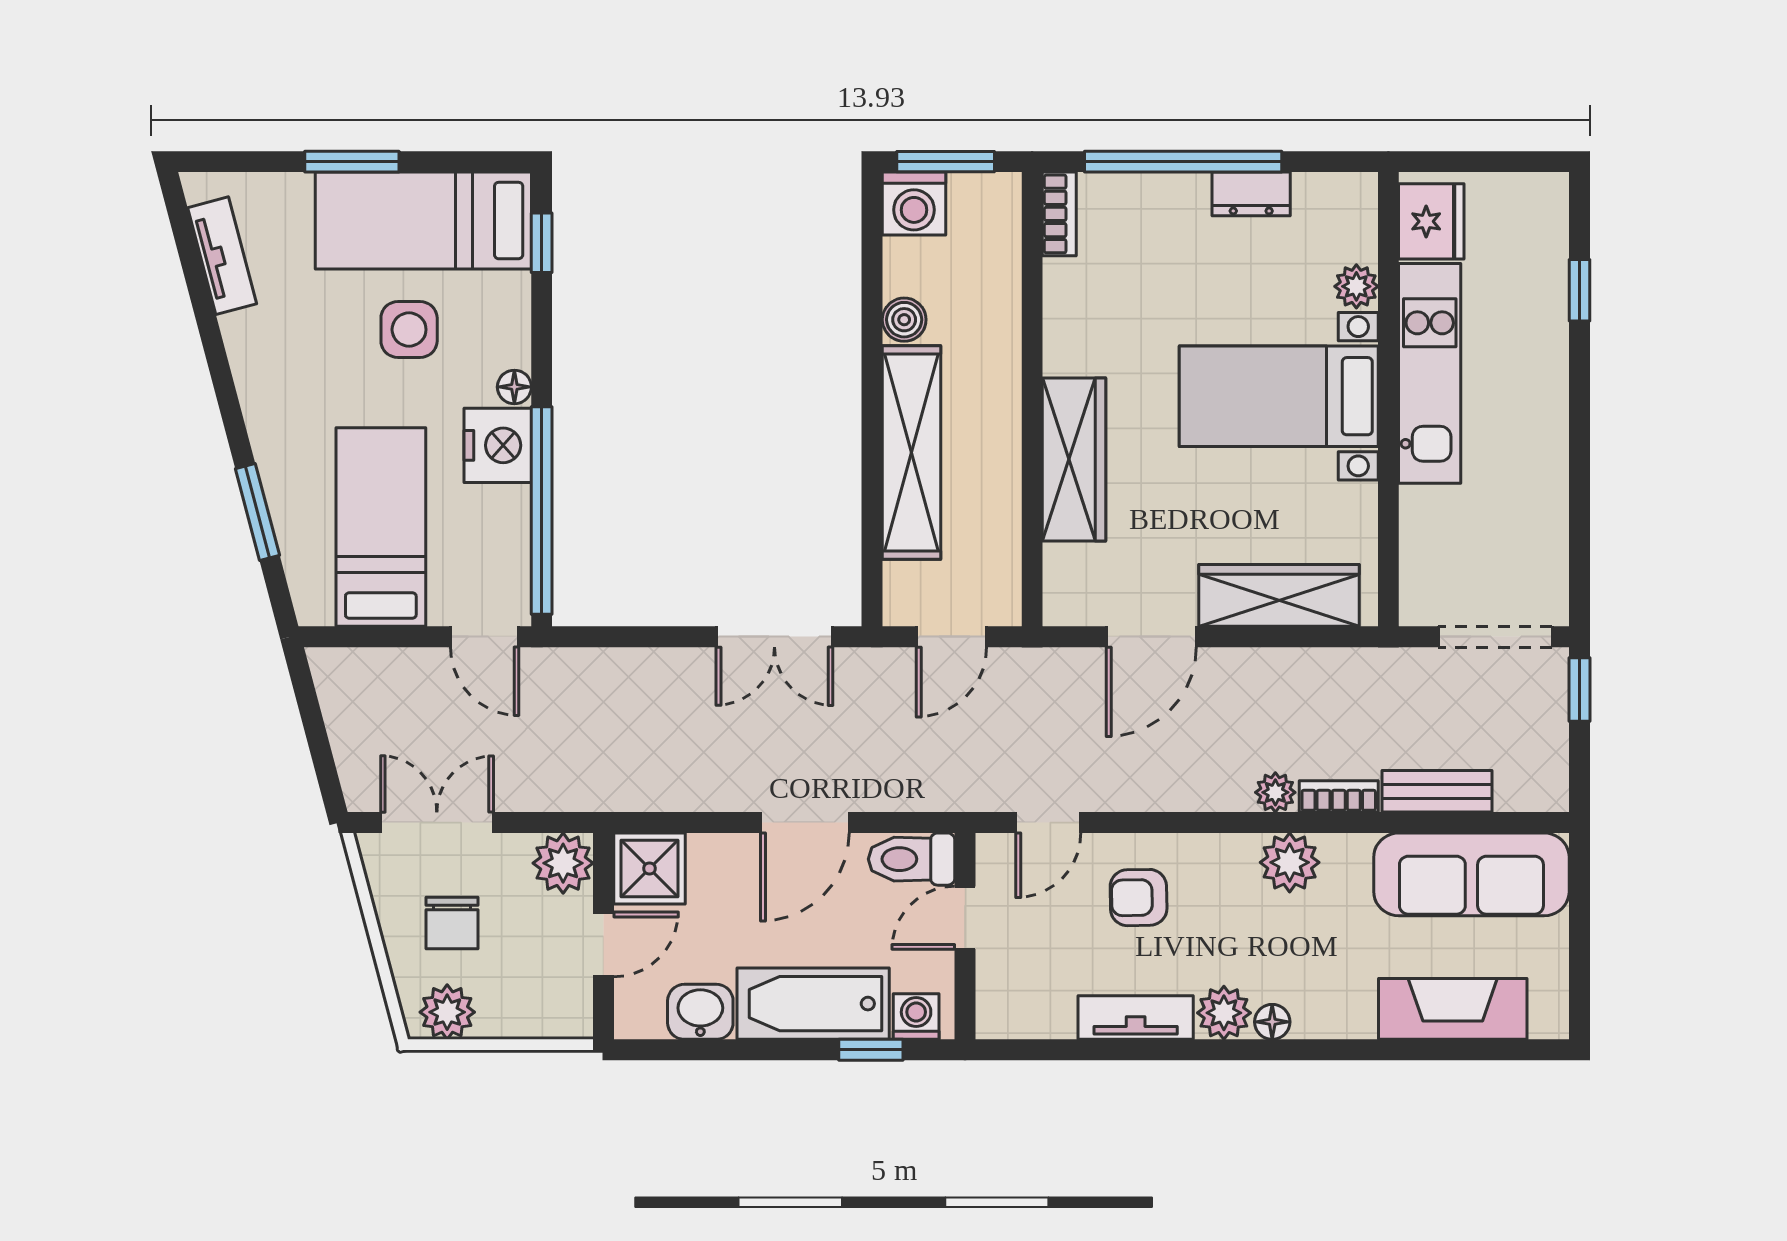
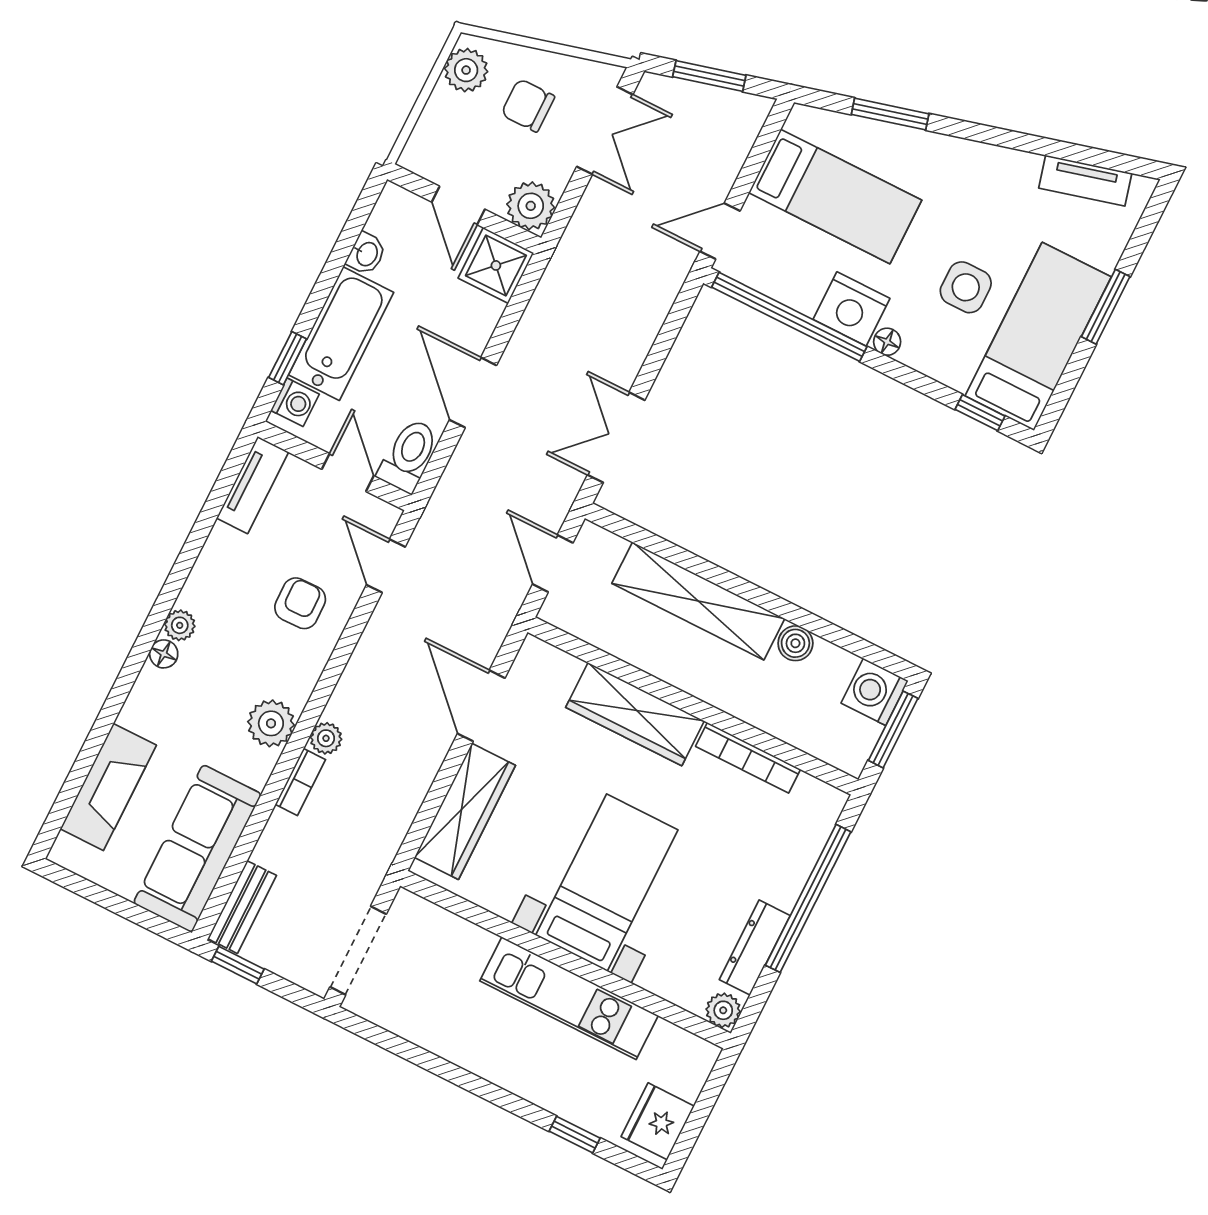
dresser: (1251, 194) -> (755, 948), width x1.44
bookcase: (1059, 214) -> (748, 758), moved, width x1.56
fridge: (1431, 221) -> (658, 1121), moved, turned 90
plant: (1356, 286) -> (723, 1010), moved
window: (1579, 690) -> (238, 965), moved
window: (317, 736) -> (709, 76), added
bench: (1437, 791) -> (242, 907), moved
washbasin: (700, 1012) -> (366, 254), width x0.72, depth x0.69
plant: (1224, 1013) -> (180, 625), width x0.73, depth x0.73
tv unit: (1136, 1017) -> (253, 485), moved

